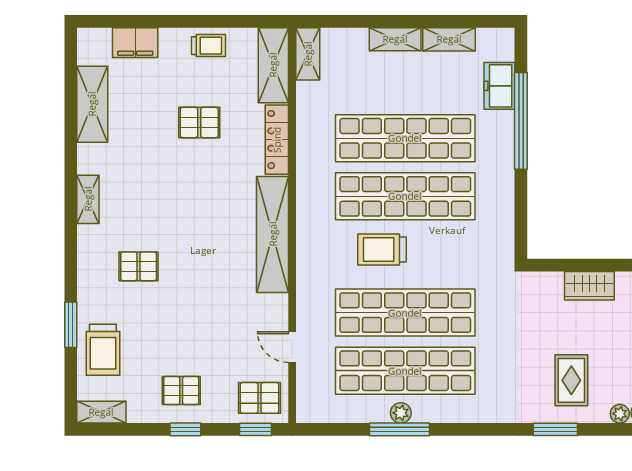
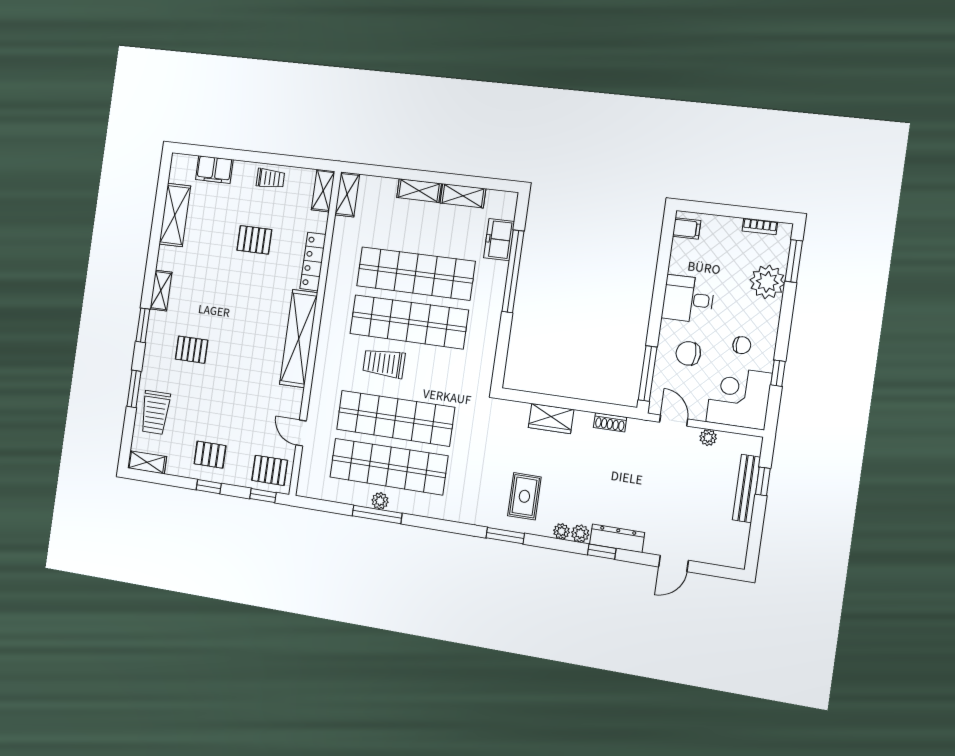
shelving: (273, 65) -> (323, 191), width x0.67, depth x0.75
window: (71, 245) -> (143, 325), added

